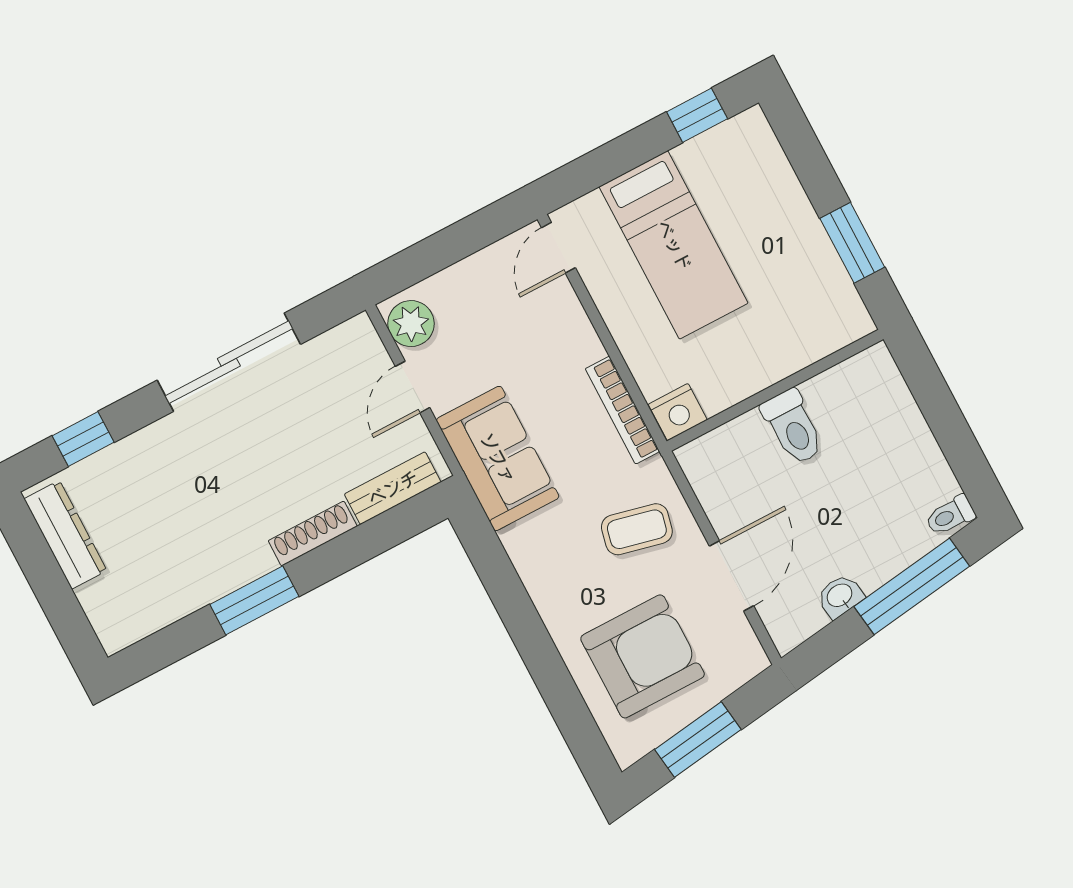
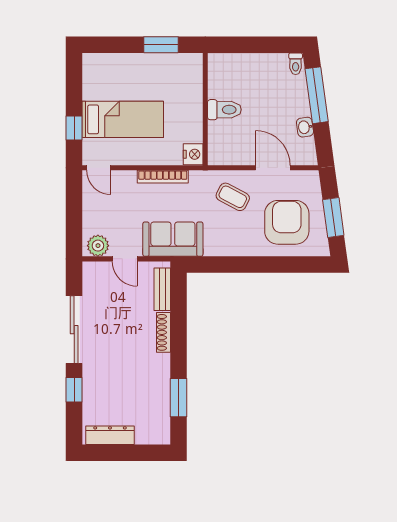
window: (697, 115) -> (74, 128), moved
bookcase: (623, 410) -> (163, 177), moved
window: (83, 439) -> (74, 390), moved
coffee table: (637, 529) -> (233, 197), turned -75
window: (254, 600) -> (179, 398), moved

